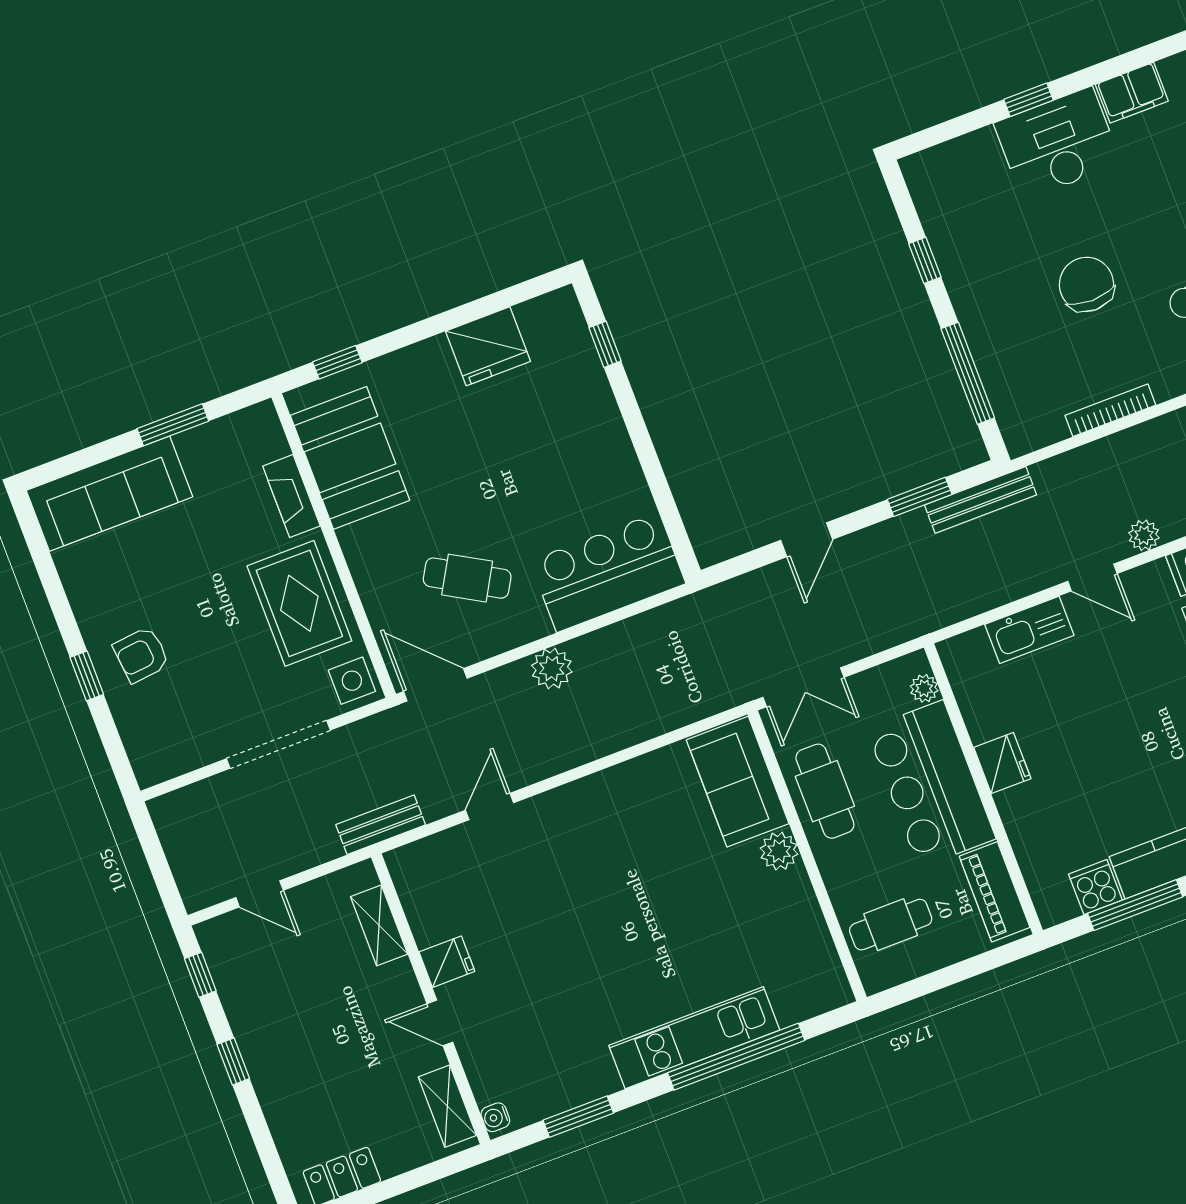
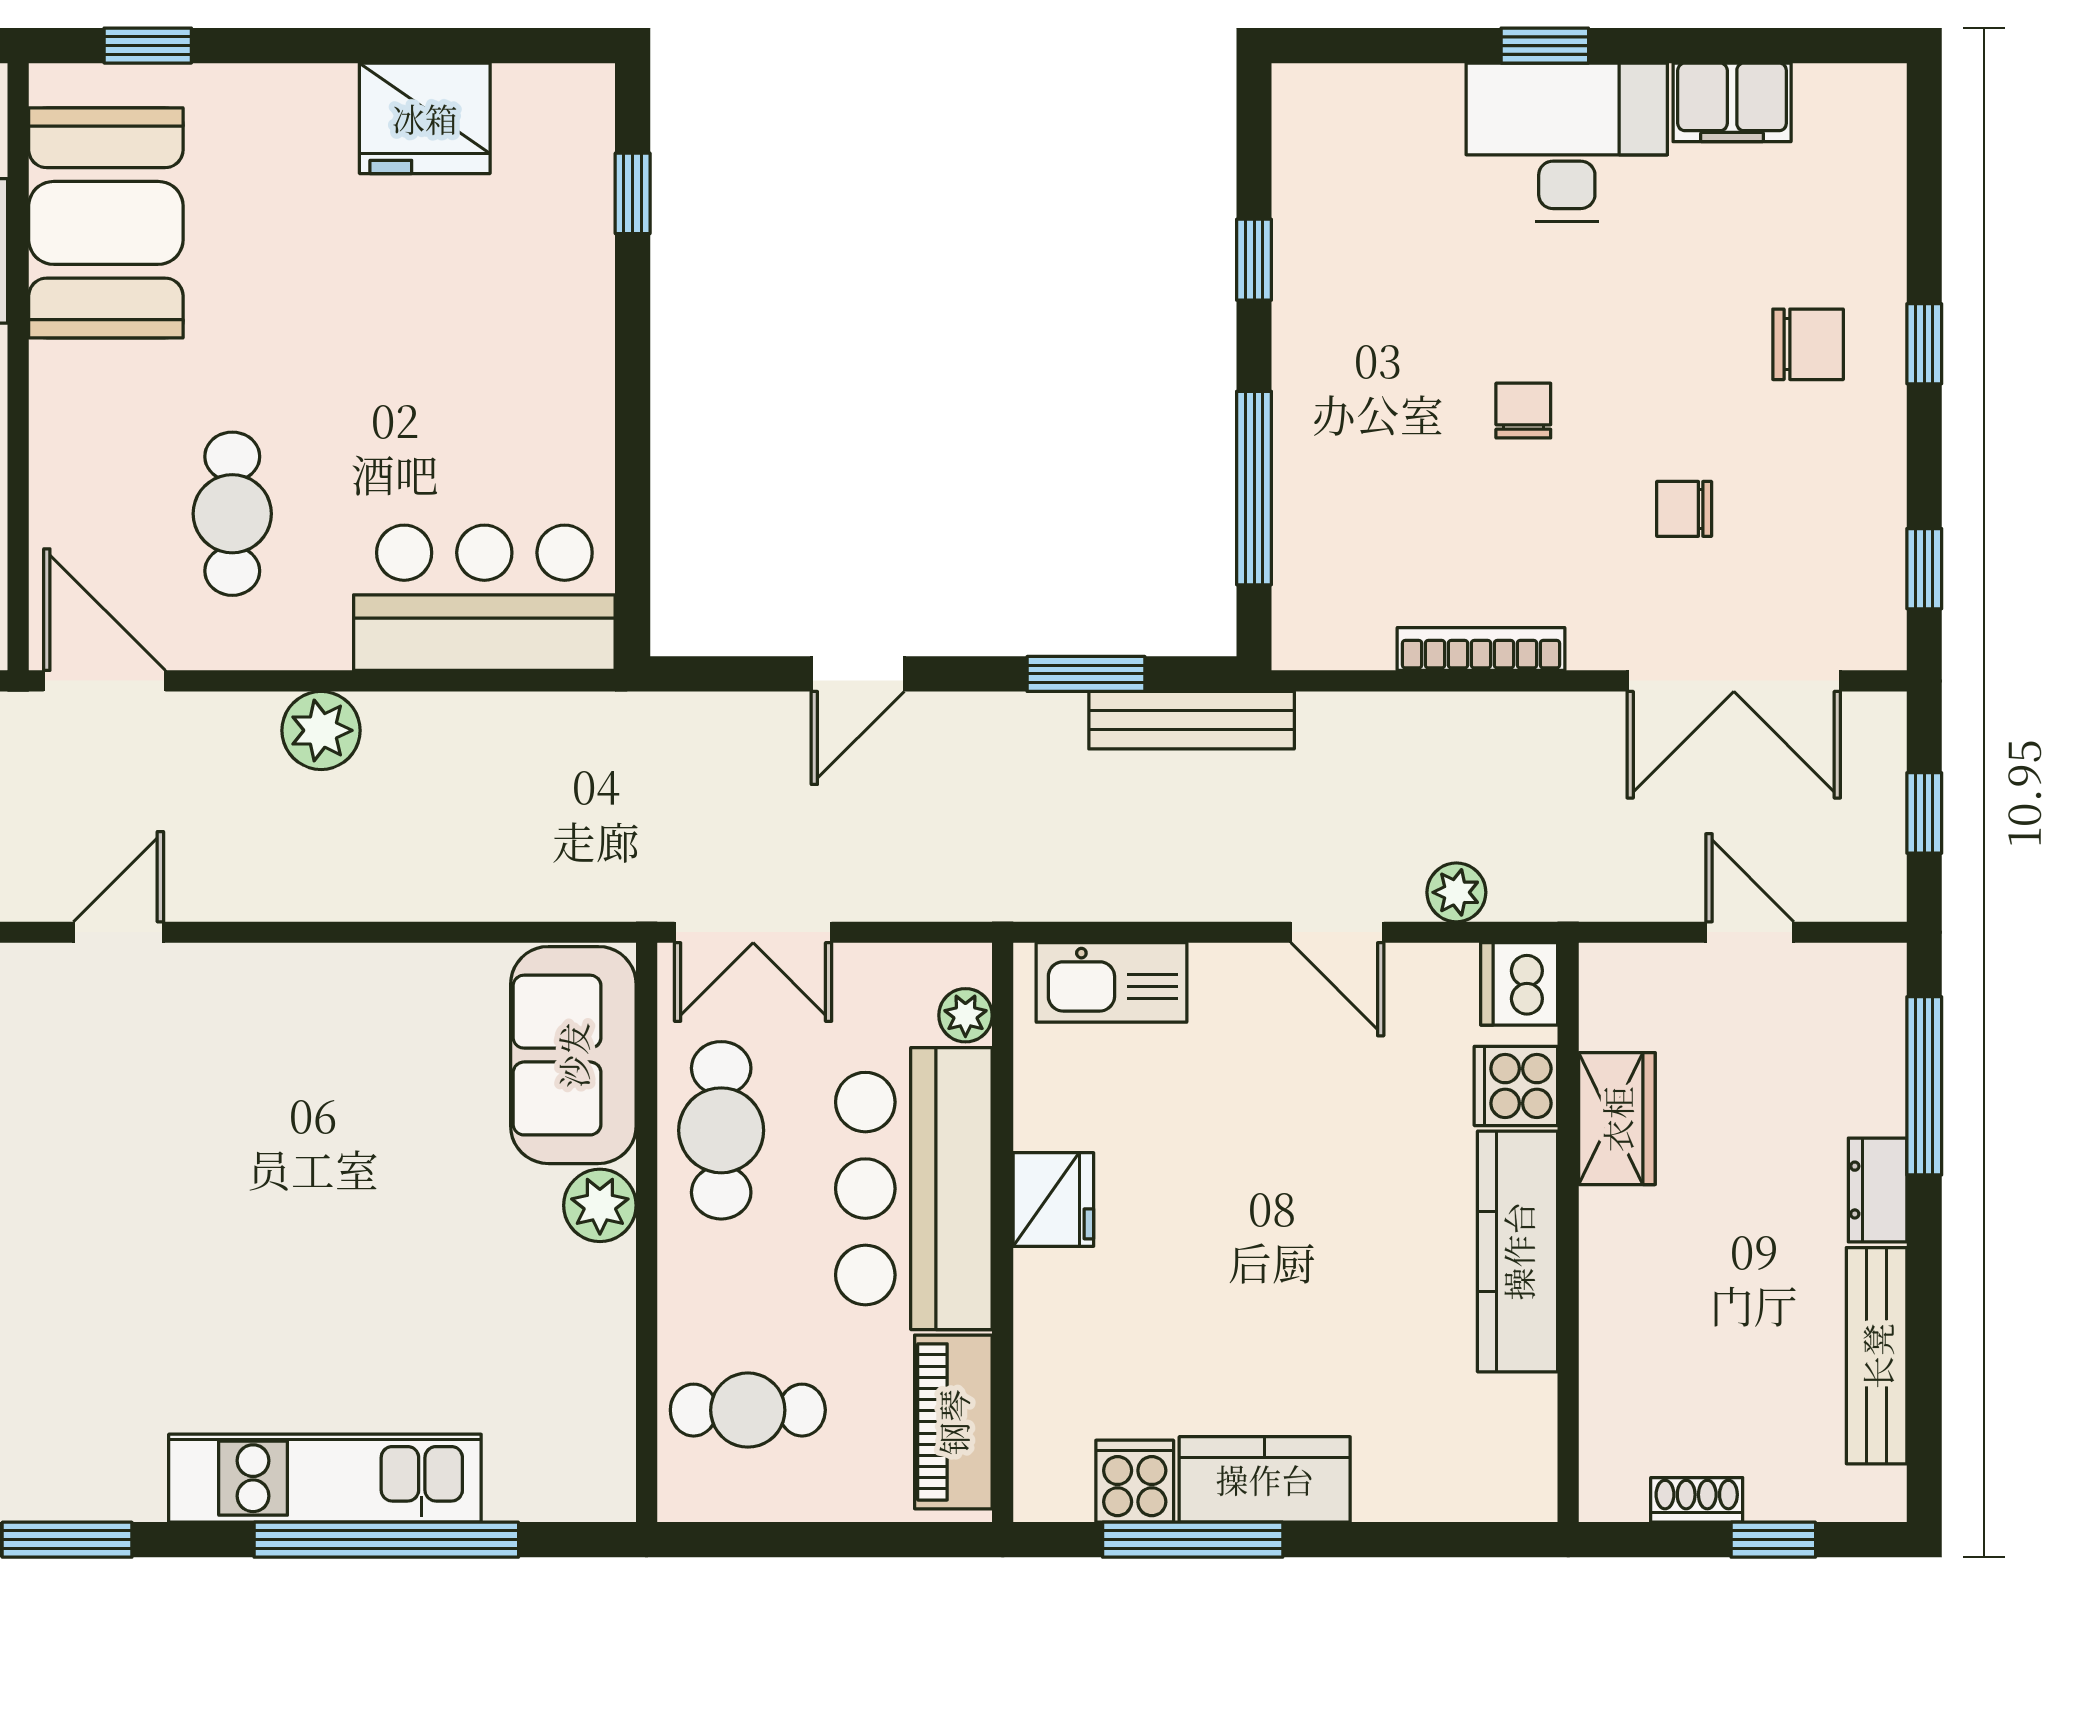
chair: (1086, 284) -> (1523, 411), width x0.54, depth x0.54
cafe table: (467, 578) -> (232, 514), turned 60
kitchen sink: (1029, 630) -> (1112, 982), moved

